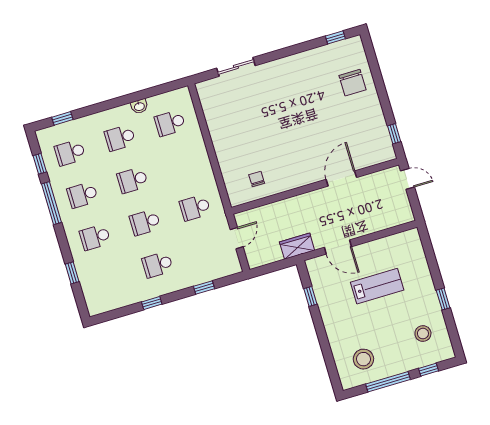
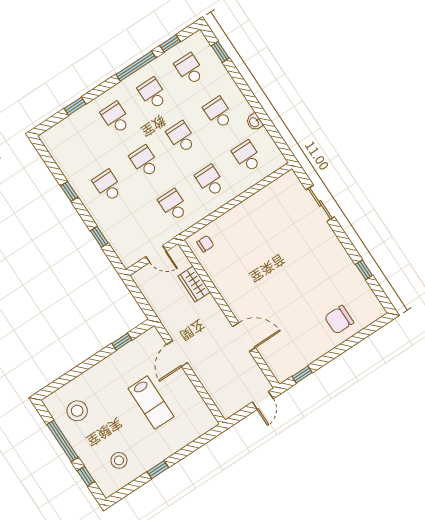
window: (335, 37) -> (364, 270), moved
school desk: (182, 165) -> (210, 181), added
chair: (257, 179) -> (205, 244), moved
wardrobe: (297, 246) -> (194, 284), moved, turned 180

